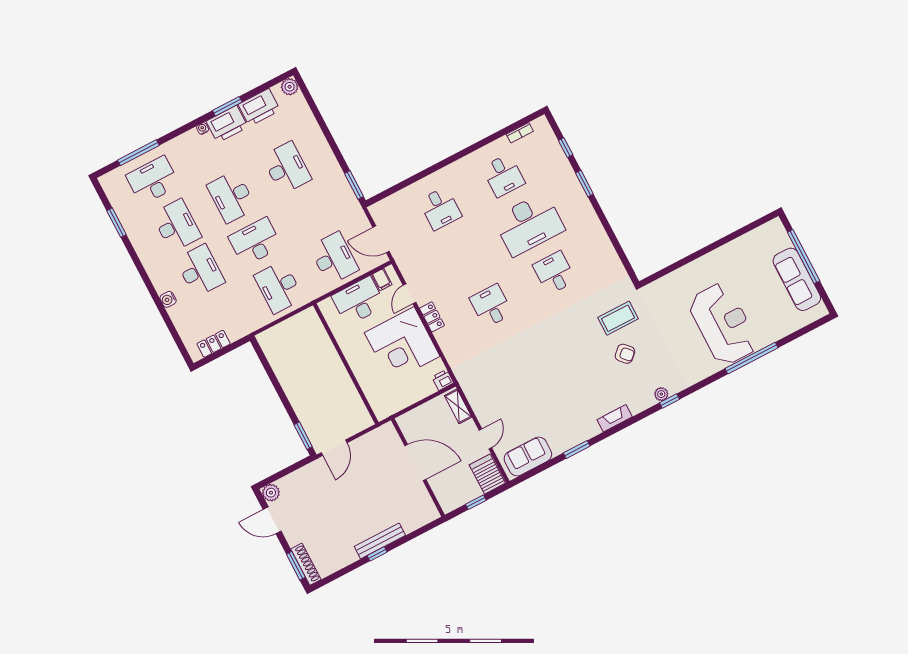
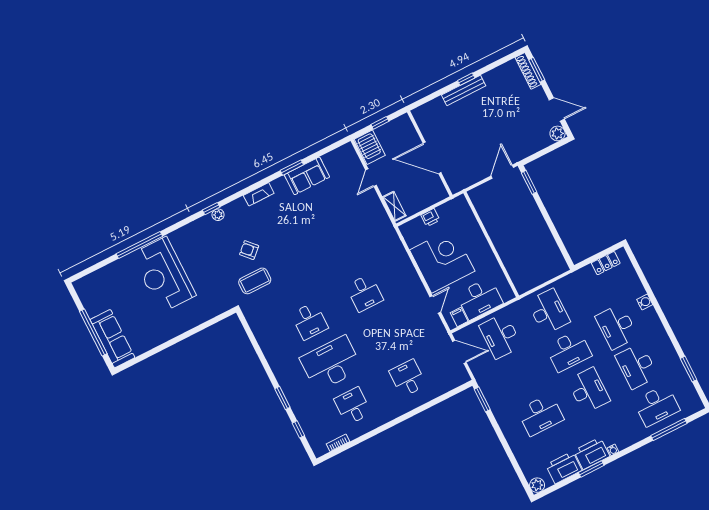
desk: (287, 168) -> (540, 415), turned -90
sofa: (797, 279) -> (112, 339), moved
locker: (432, 317) -> (416, 284), removed
printer: (443, 380) -> (430, 218), moved
sofa: (528, 456) -> (307, 176), moved

